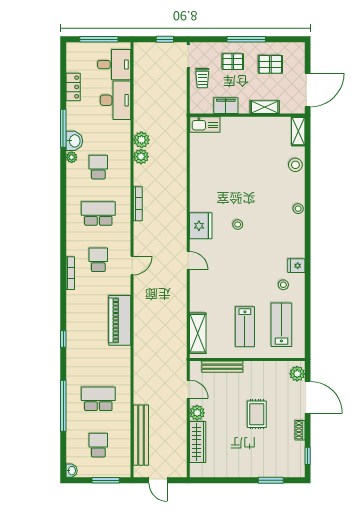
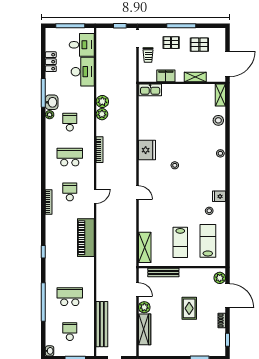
fridge: (201, 226) -> (147, 150), moved

